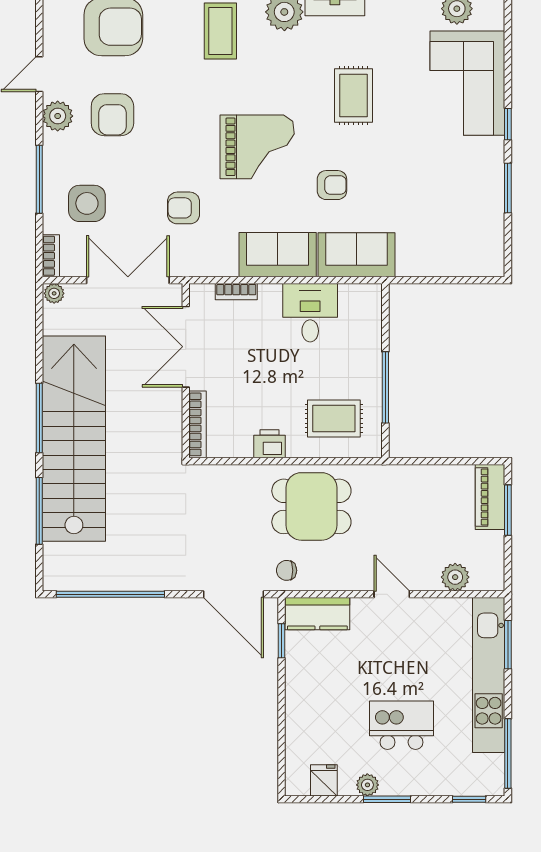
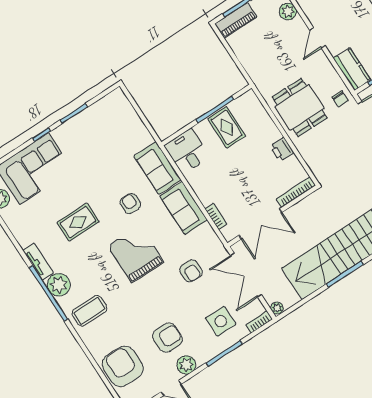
desk: (310, 313) -> (187, 151), moved, turned 90
rug: (334, 418) -> (227, 127), moved

